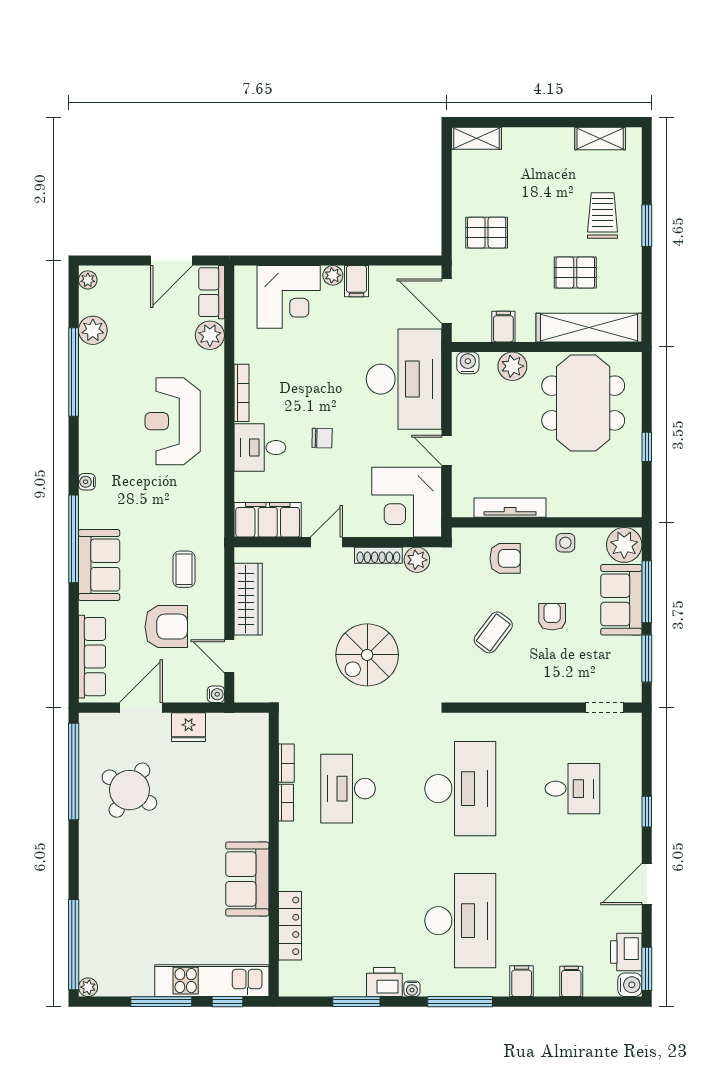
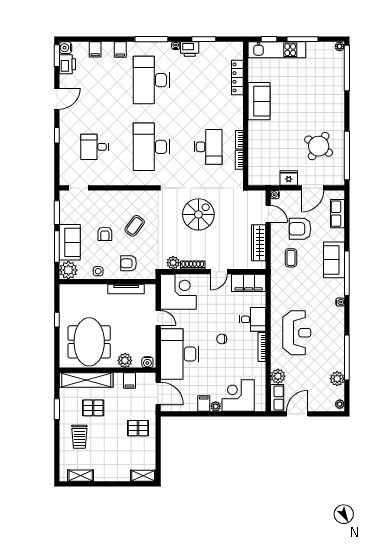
window: (647, 226) -> (57, 409), moved
chair: (322, 438) -> (222, 339), moved
row of seats: (92, 657) -> (338, 214), width x0.68

